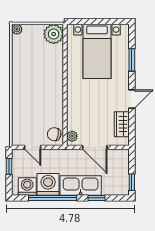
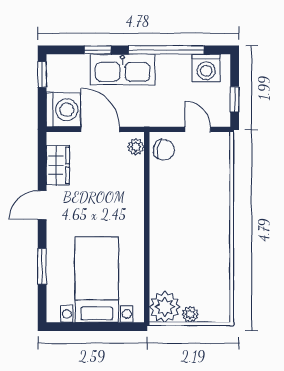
plant: (17, 29) -> (190, 314), moved
washing machine: (48, 184) -> (63, 110), moved, turned -90

